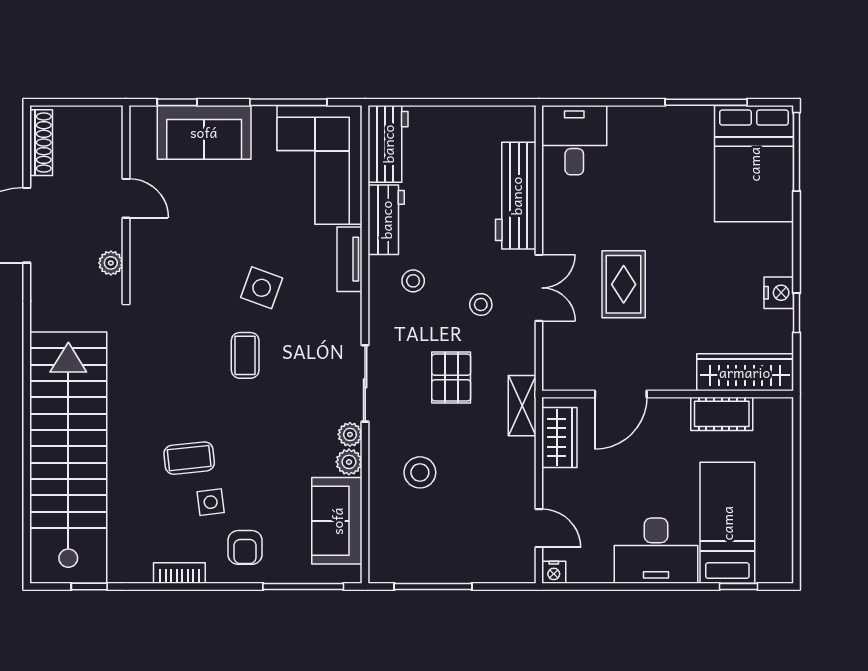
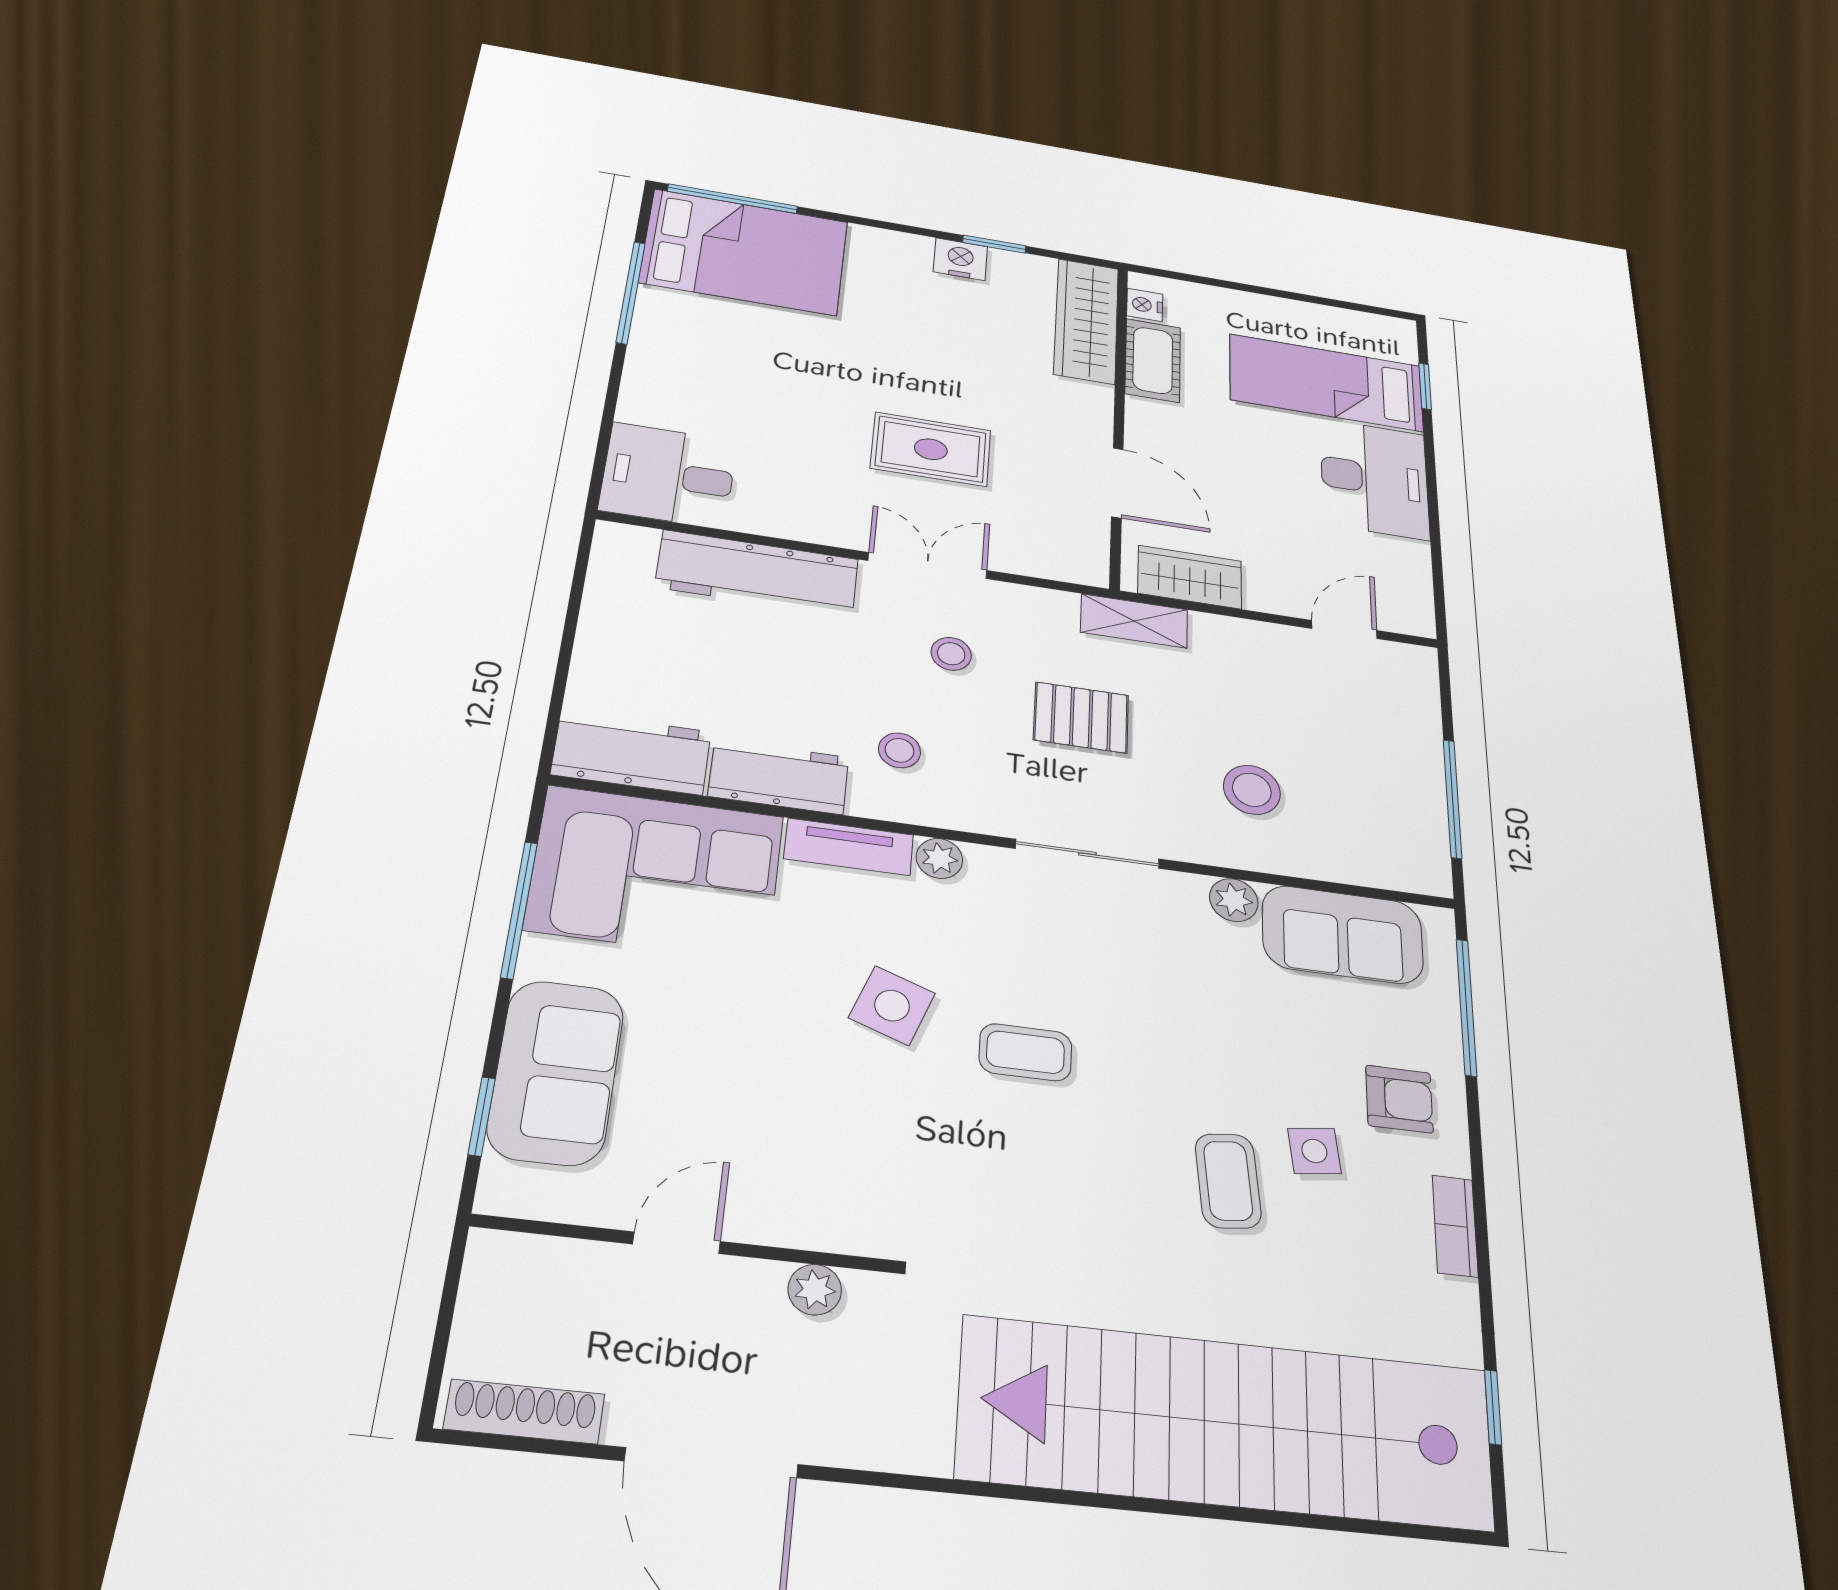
plant: (350, 434) -> (939, 858), moved
nightstand: (554, 572) -> (1145, 305), moved, turned 180

